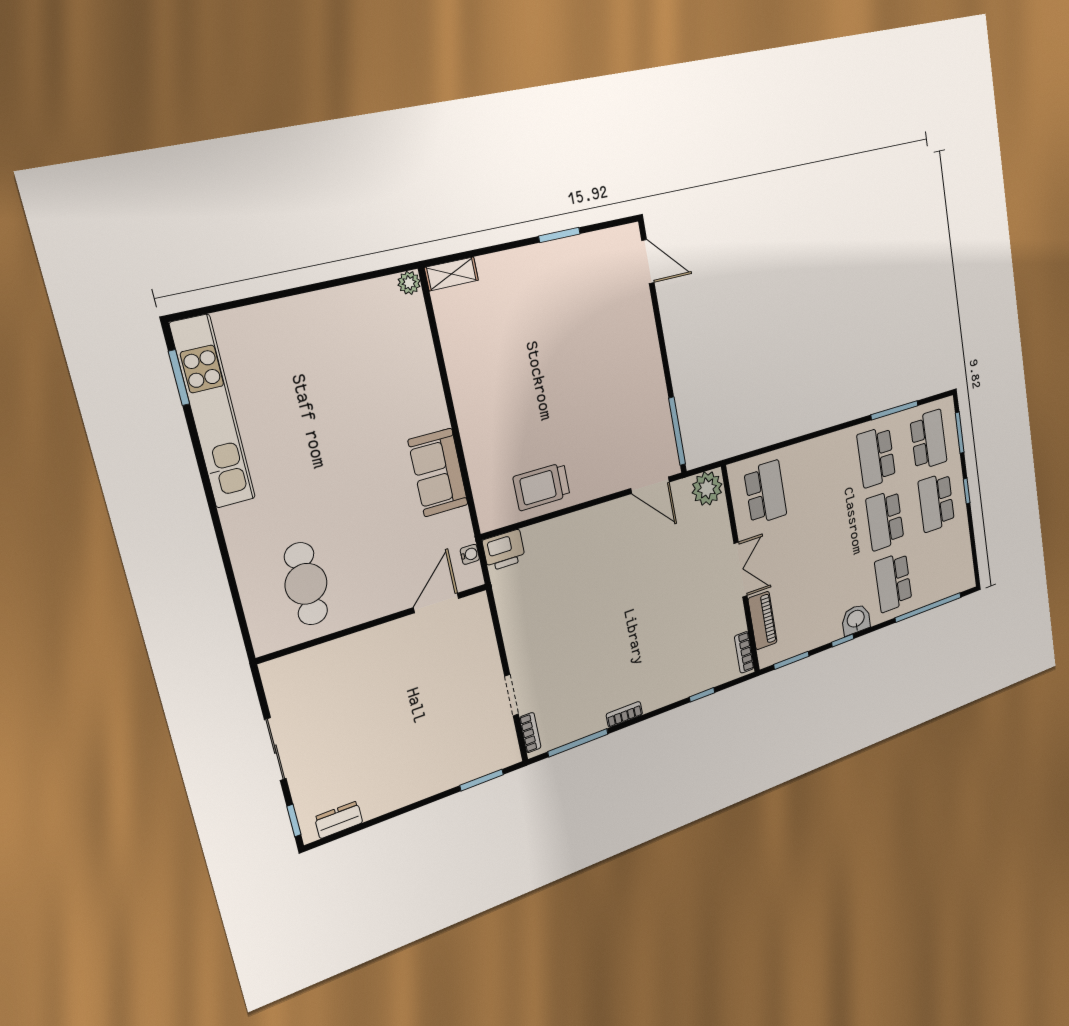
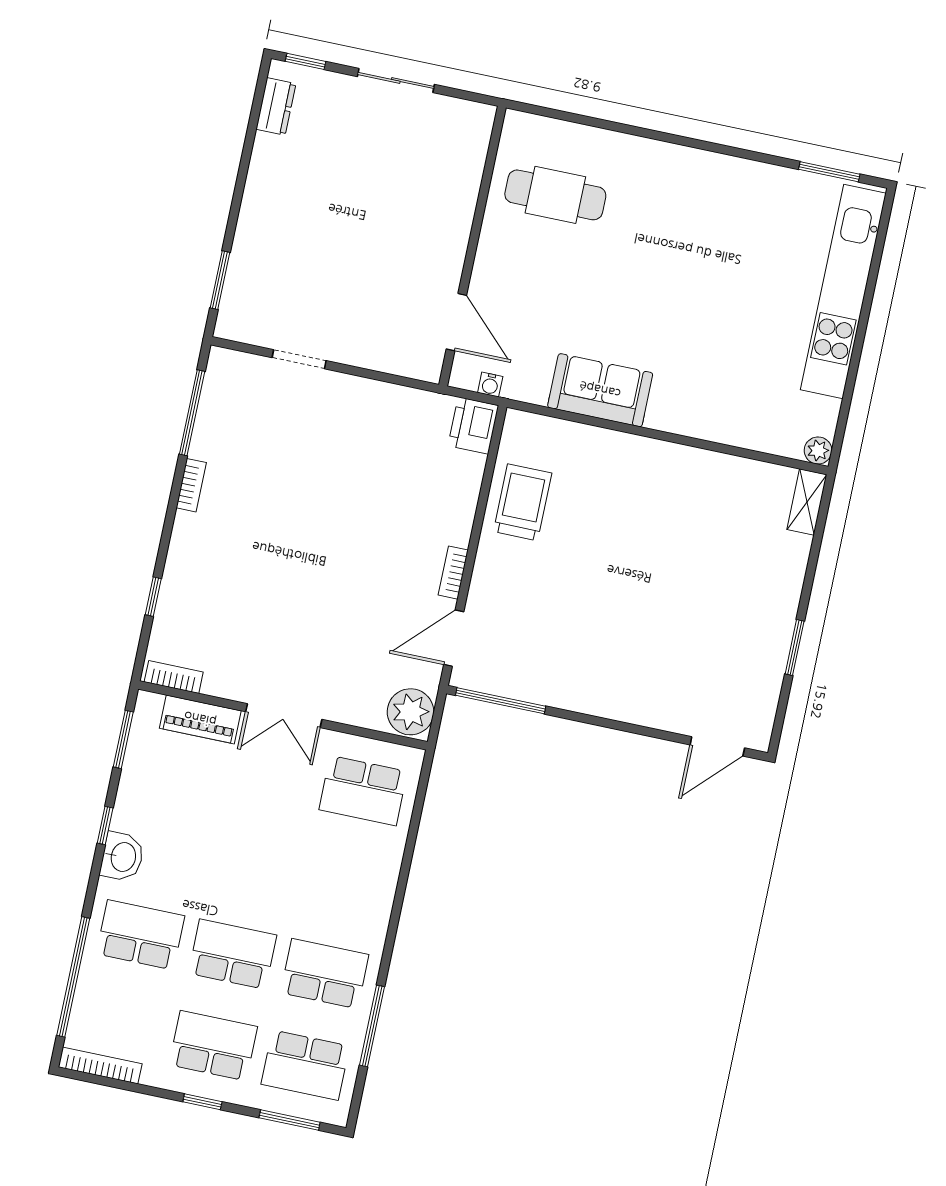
kitchen unit: (213, 412) -> (843, 291), moved, turned 90
bookcase: (968, 563) -> (100, 1065), added
bookcase: (530, 733) -> (453, 573), moved, turned 90

